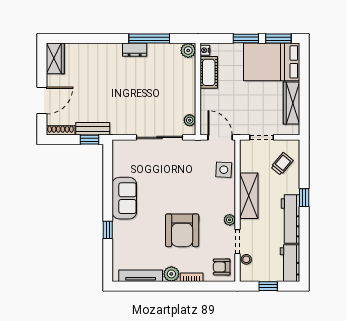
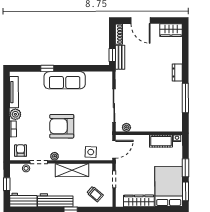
dresser: (135, 50) -> (177, 72), moved
plant: (188, 50) -> (177, 126), removed
sofa: (124, 198) -> (65, 80), width x1.36
armchair: (182, 230) -> (62, 126), moved

